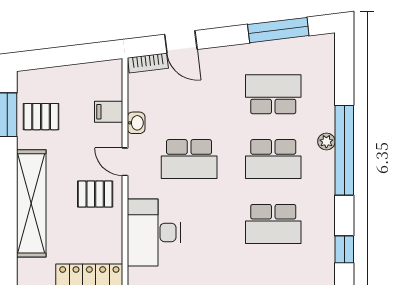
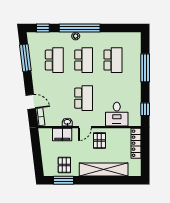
door: (181, 42) -> (31, 102), hinge flipped
school desk: (273, 94) -> (54, 60), turned 180
filing cabinet: (109, 112) -> (62, 134), width x2.00
desk: (154, 232) -> (117, 114), width x0.73
window: (344, 249) -> (43, 28), moved

